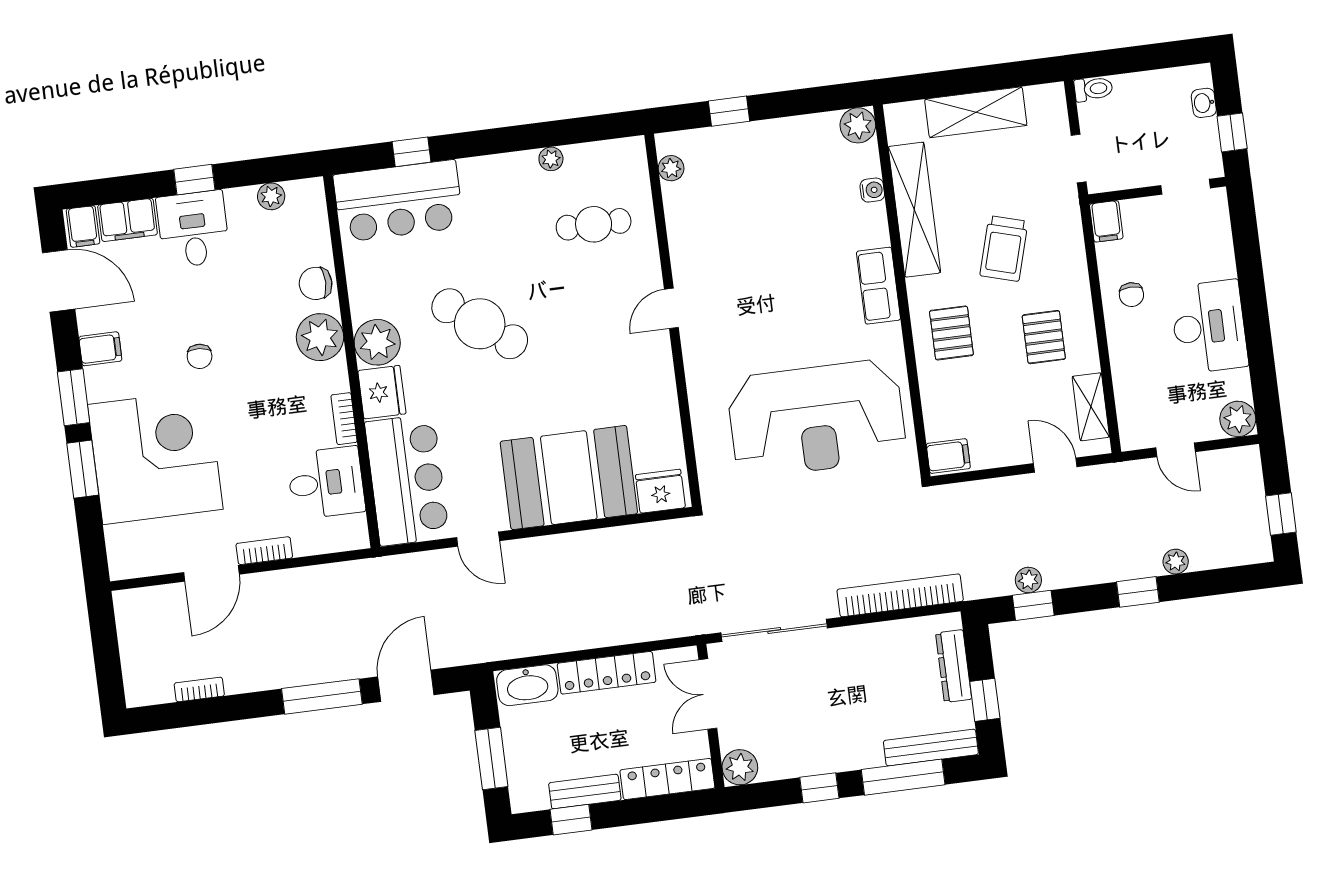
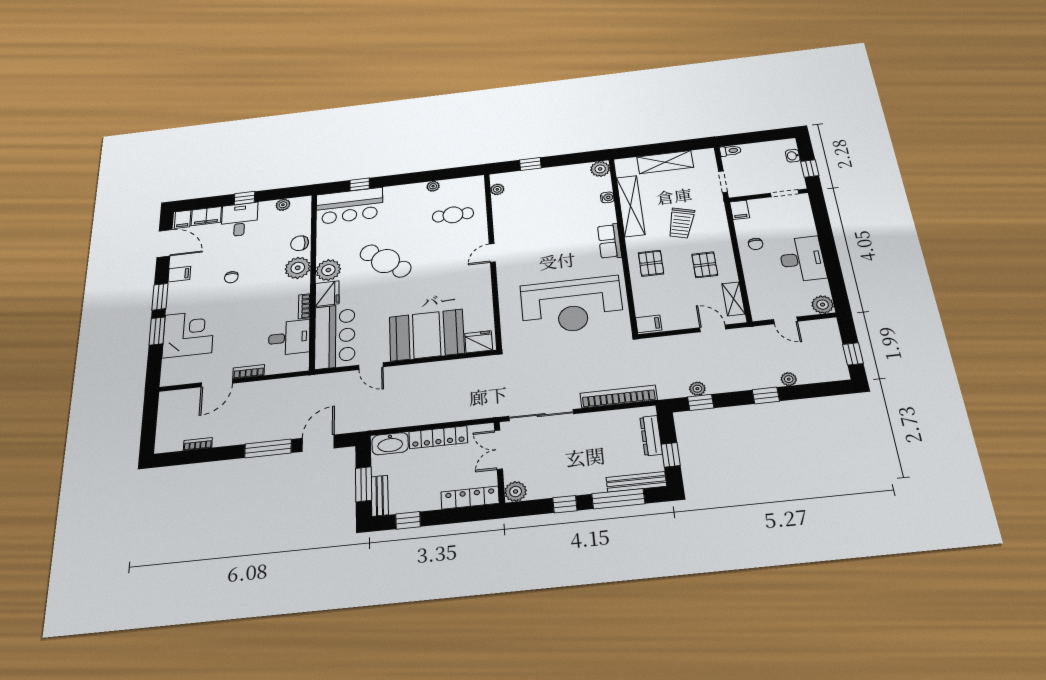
corner desk: (155, 457) -> (188, 334), width x0.74, depth x0.74
bench: (585, 792) -> (380, 496), moved, turned 90

